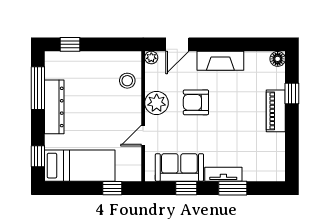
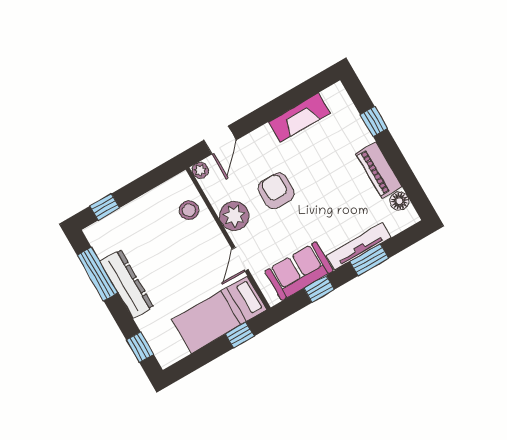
floor lamp: (278, 59) -> (399, 201), moved
fireplace: (220, 61) -> (299, 118), moved
armchair: (196, 102) -> (276, 191), turned 90
piano: (276, 111) -> (379, 170), moved
bed: (80, 166) -> (219, 315), moved, turned 180
tv unit: (223, 174) -> (359, 246), width x1.41

